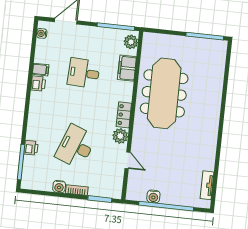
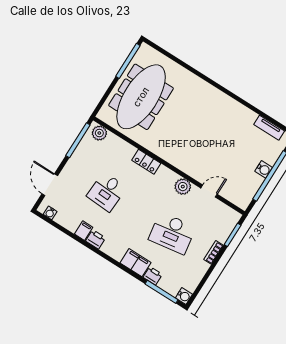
filing cabinet: (127, 68) -> (136, 263), moved, turned 180
meeting table: (164, 93) -> (141, 97), moved, turned 90
locker: (124, 115) -> (146, 162), moved
desk: (76, 147) -> (172, 233), turned -30
water cooler: (59, 187) -> (184, 296), moved
water cooler: (153, 196) -> (264, 169), moved

